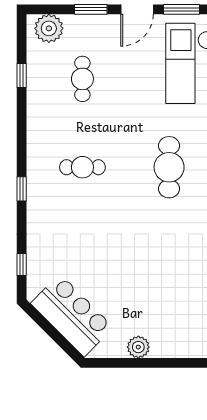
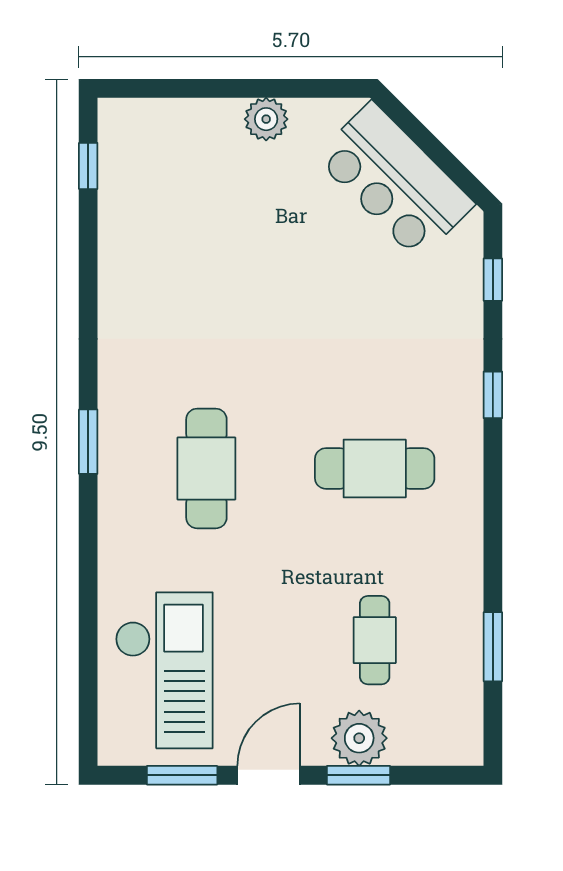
plant: (49, 28) -> (359, 738), moved
window: (22, 75) -> (493, 647), width x1.50
cafe table: (82, 167) -> (375, 468), width x1.37, depth x1.35
window: (22, 189) -> (493, 395), moved

